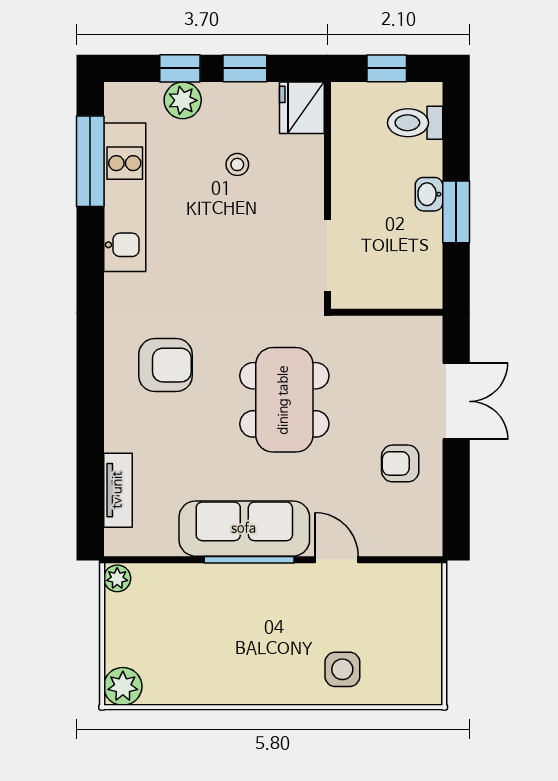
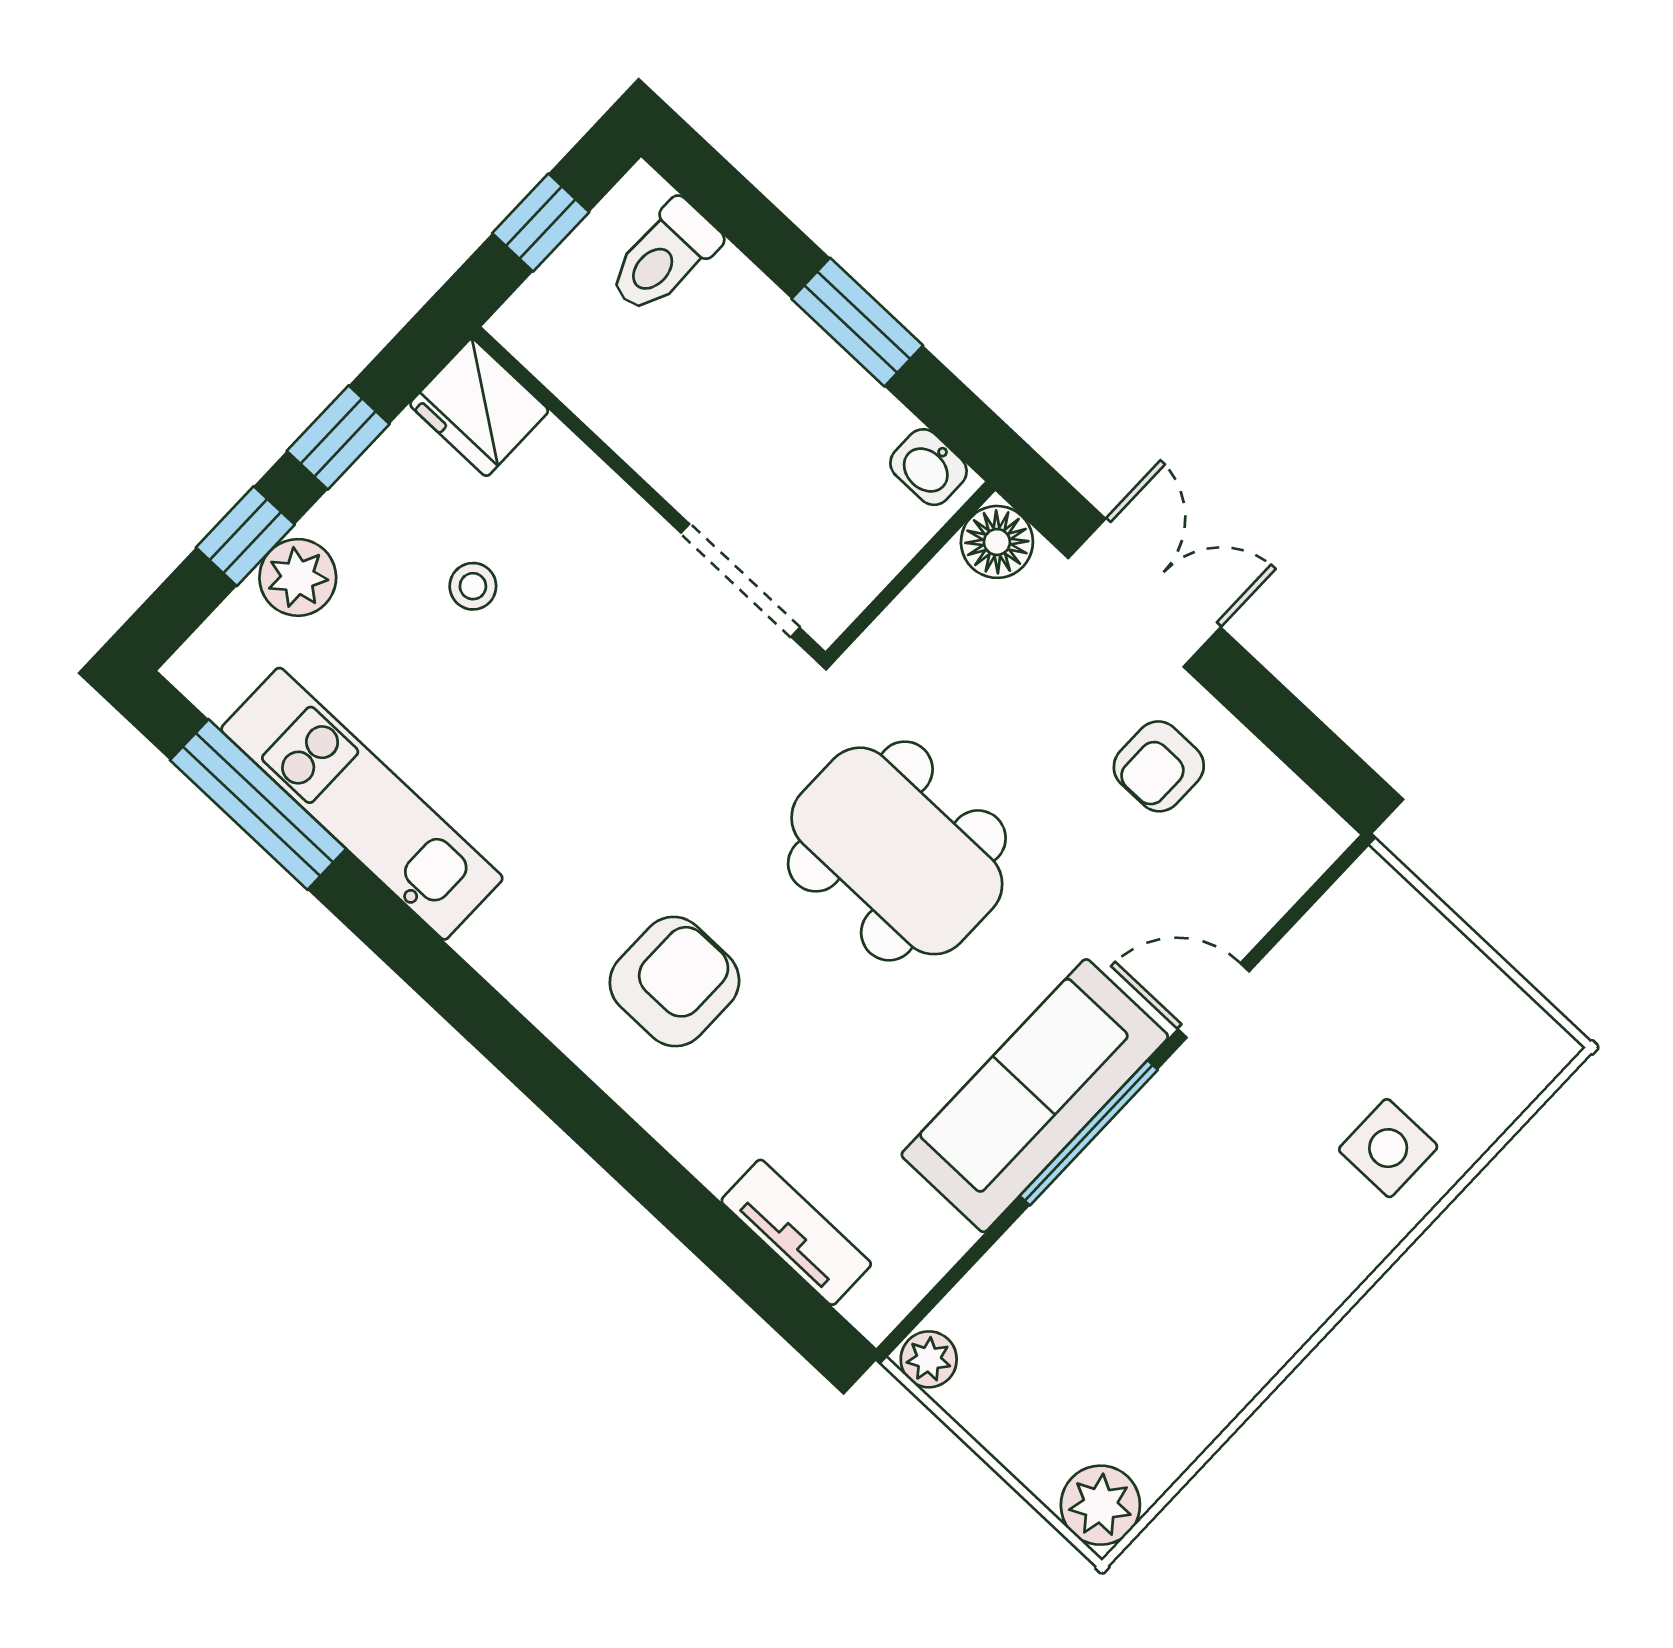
washbasin: (429, 194) -> (928, 467), moved
floor lamp: (425, 333) -> (997, 542), added

